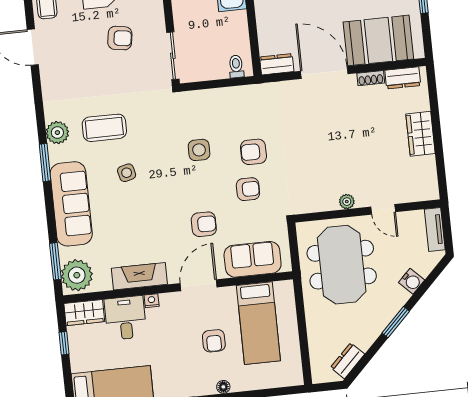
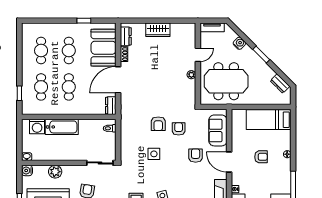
bed: (258, 323) -> (269, 120), moved, turned 180

